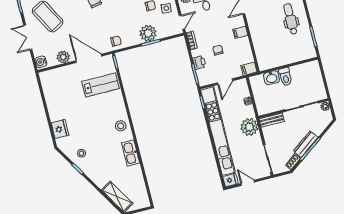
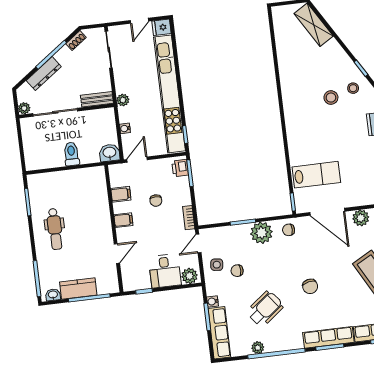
plant: (148, 33) -> (261, 233), moved
printer: (199, 62) -> (180, 168), moved
filing cabinet: (249, 69) -> (121, 194), moved
washbasin: (272, 78) -> (109, 153), moved
door: (225, 82) -> (137, 160), moved
lab bench: (101, 85) -> (316, 175), turned 180
stool: (121, 126) -> (331, 98), moved
plant: (249, 127) -> (123, 100), width x0.53, depth x0.53
dresser: (306, 144) -> (44, 74), moved
kitchen sink: (131, 153) -> (288, 80), removed
door: (248, 183) -> (139, 21), hinge flipped

